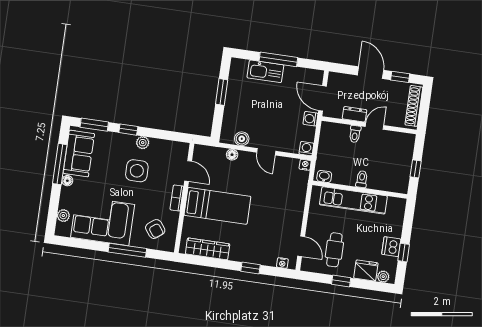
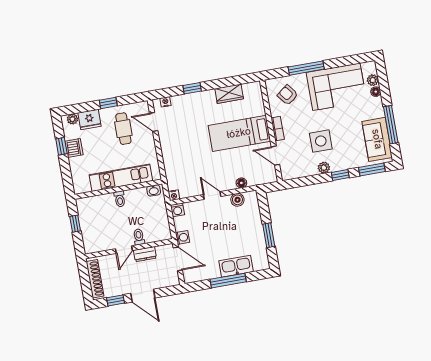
floor lamp: (67, 181) -> (376, 92), moved
wardrobe: (208, 249) -> (229, 94), width x0.67

